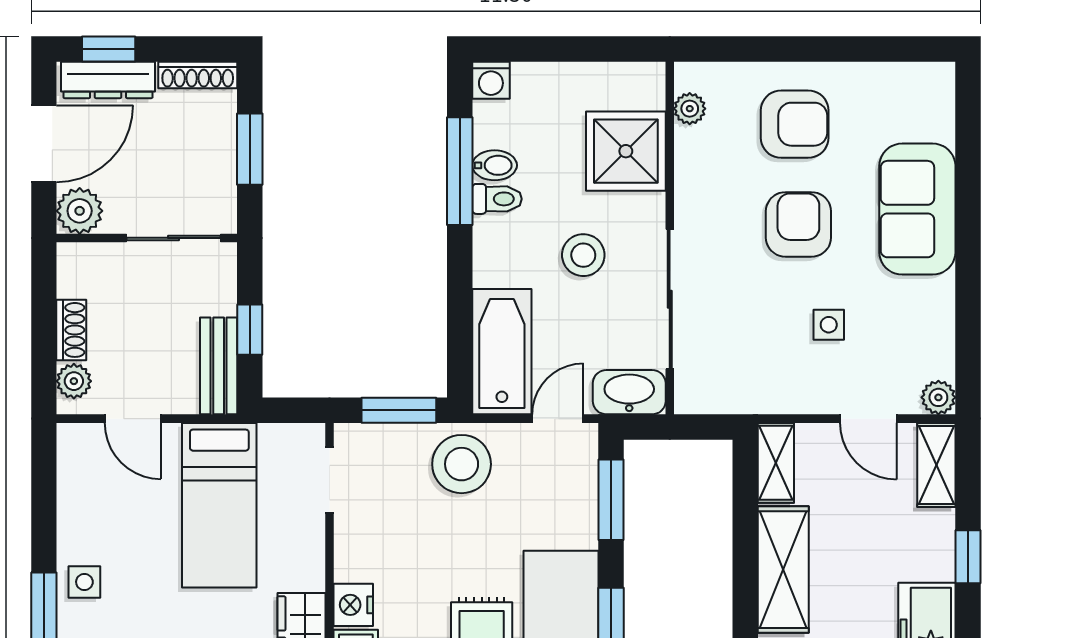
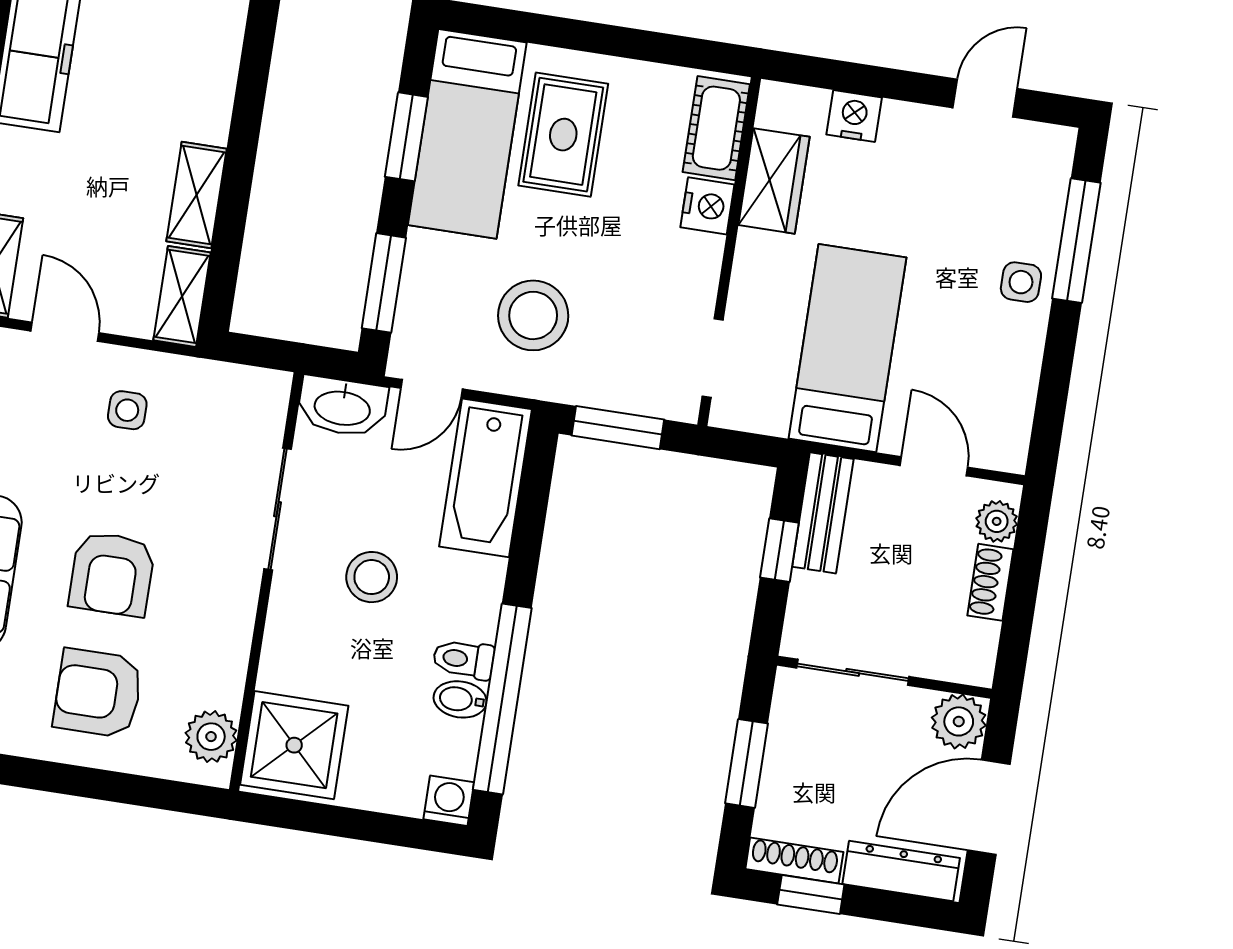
window: (109, 49) -> (811, 894), moved
plant: (690, 109) -> (211, 737), width x1.38, depth x1.38
shower: (626, 151) -> (294, 745), moved
window: (460, 171) -> (502, 699), width x1.46
sliding door: (670, 299) -> (278, 509), width x0.73
side table: (829, 325) -> (127, 410), moved
stool: (462, 464) -> (533, 315), moved
shelving: (783, 570) -> (197, 195), width x0.67, depth x0.75

